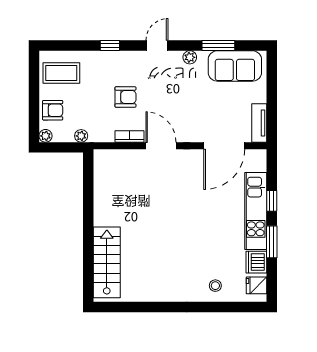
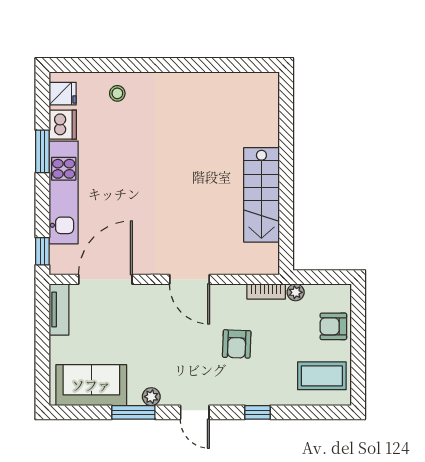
door: (157, 45) -> (195, 412), hinge flipped
window: (218, 45) -> (133, 412), moved
armchair: (125, 97) -> (237, 344), turned -88
plant: (46, 136) -> (343, 292), removed
bookcase: (130, 136) -> (266, 291), moved
window: (272, 201) -> (42, 251), moved
stairs: (107, 262) -> (261, 195), moved

